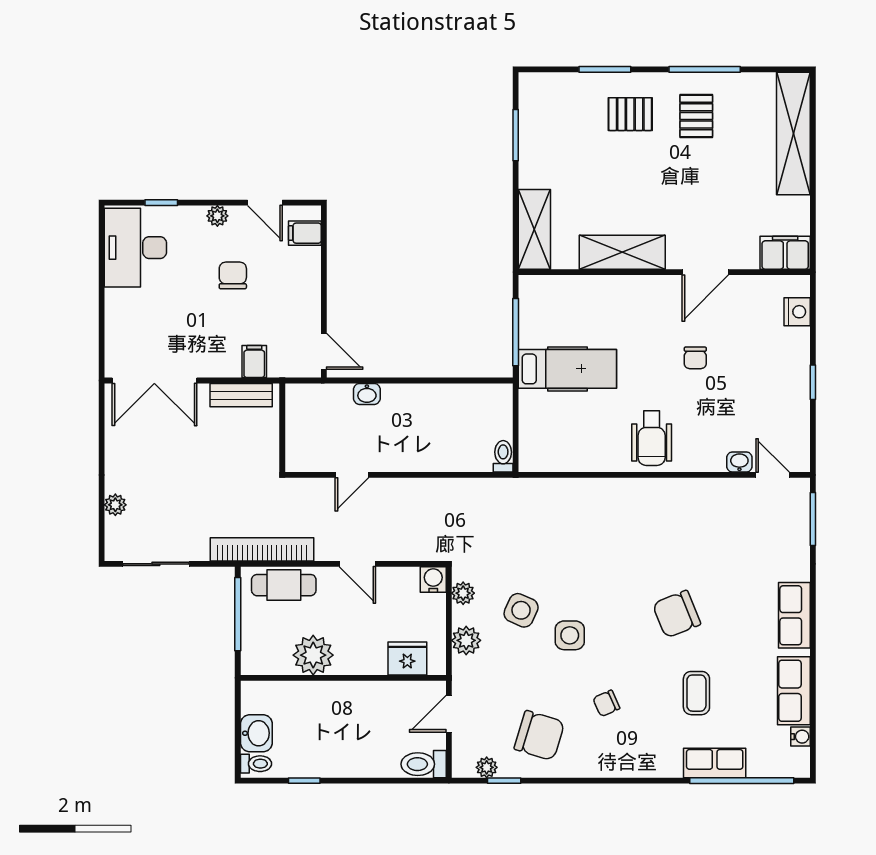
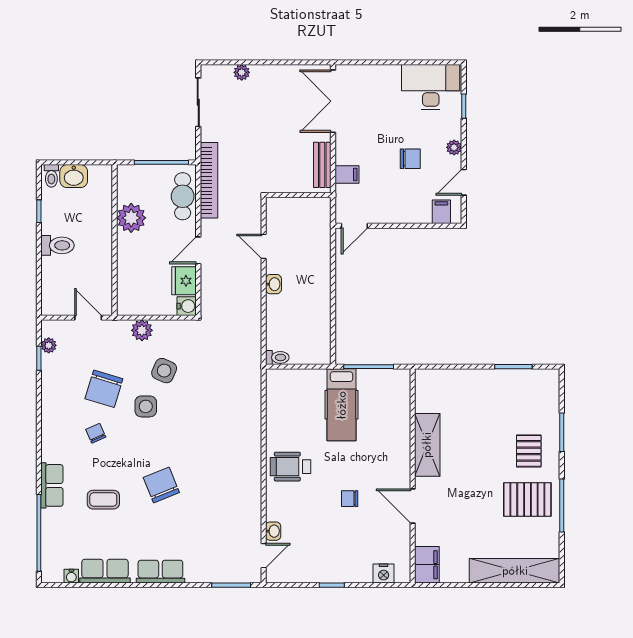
pallet: (696, 116) -> (527, 499), width x1.50, depth x1.42
shelving: (534, 229) -> (444, 380), removed
washbasin: (367, 394) -> (273, 284), moved, turned 180
plant: (463, 593) -> (177, 328), removed
fridge: (407, 658) -> (184, 281), moved, turned 180
chair: (539, 736) -> (104, 389), moved
row of seats: (715, 763) -> (52, 485), moved
toilet: (424, 764) -> (58, 245), moved, turned 90

